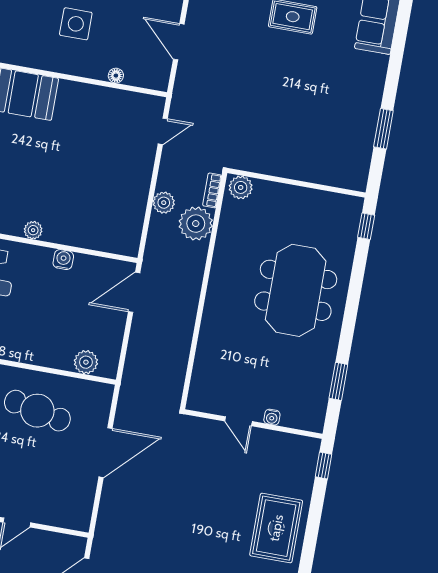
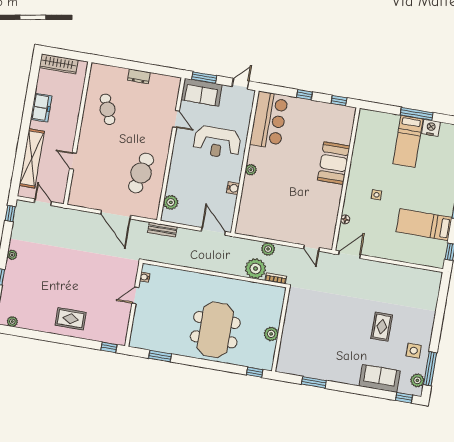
side table: (76, 24) -> (376, 195), width x0.54, depth x0.54
door: (179, 42) -> (350, 255), moved
plant: (241, 187) -> (271, 334), moved
meeting table: (296, 290) -> (215, 330), turned 90
bench: (131, 376) -> (162, 230), added
water cooler: (272, 417) -> (145, 277), moved
rug: (276, 528) -> (71, 319), width x0.73, depth x0.70

